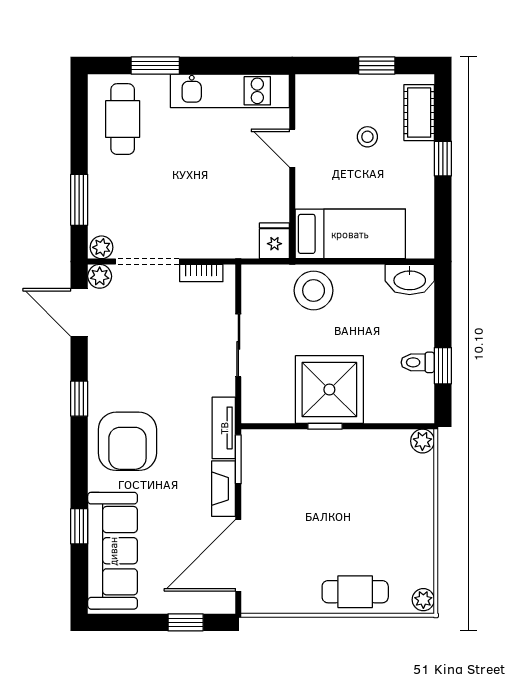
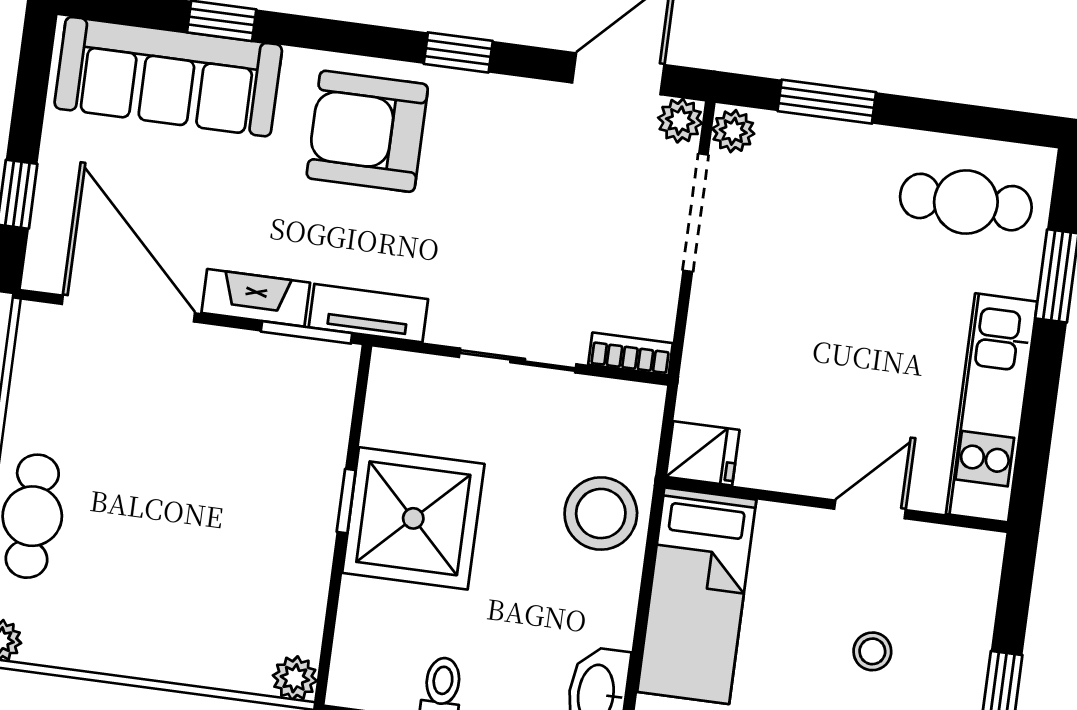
bookcase: (201, 273) -> (631, 354), moved, turned 90

